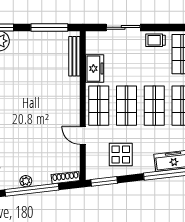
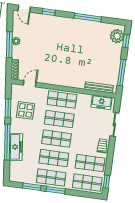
freezer: (95, 69) -> (102, 102), moved
door: (83, 135) -> (30, 84), moved
window: (104, 181) -> (8, 108), moved
window: (32, 190) -> (9, 45), width x0.68

